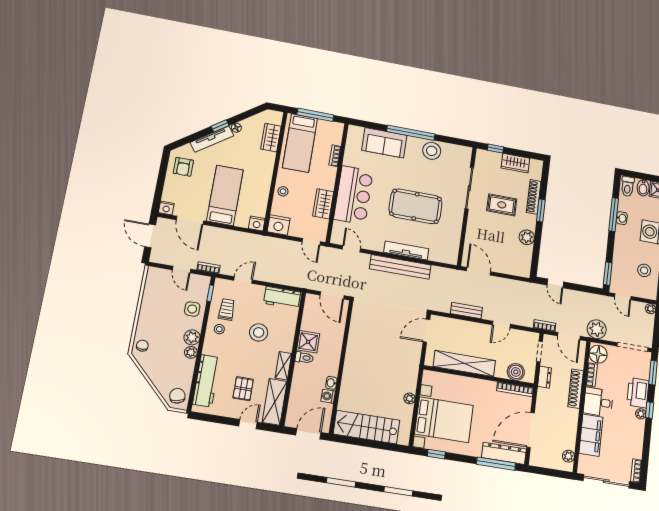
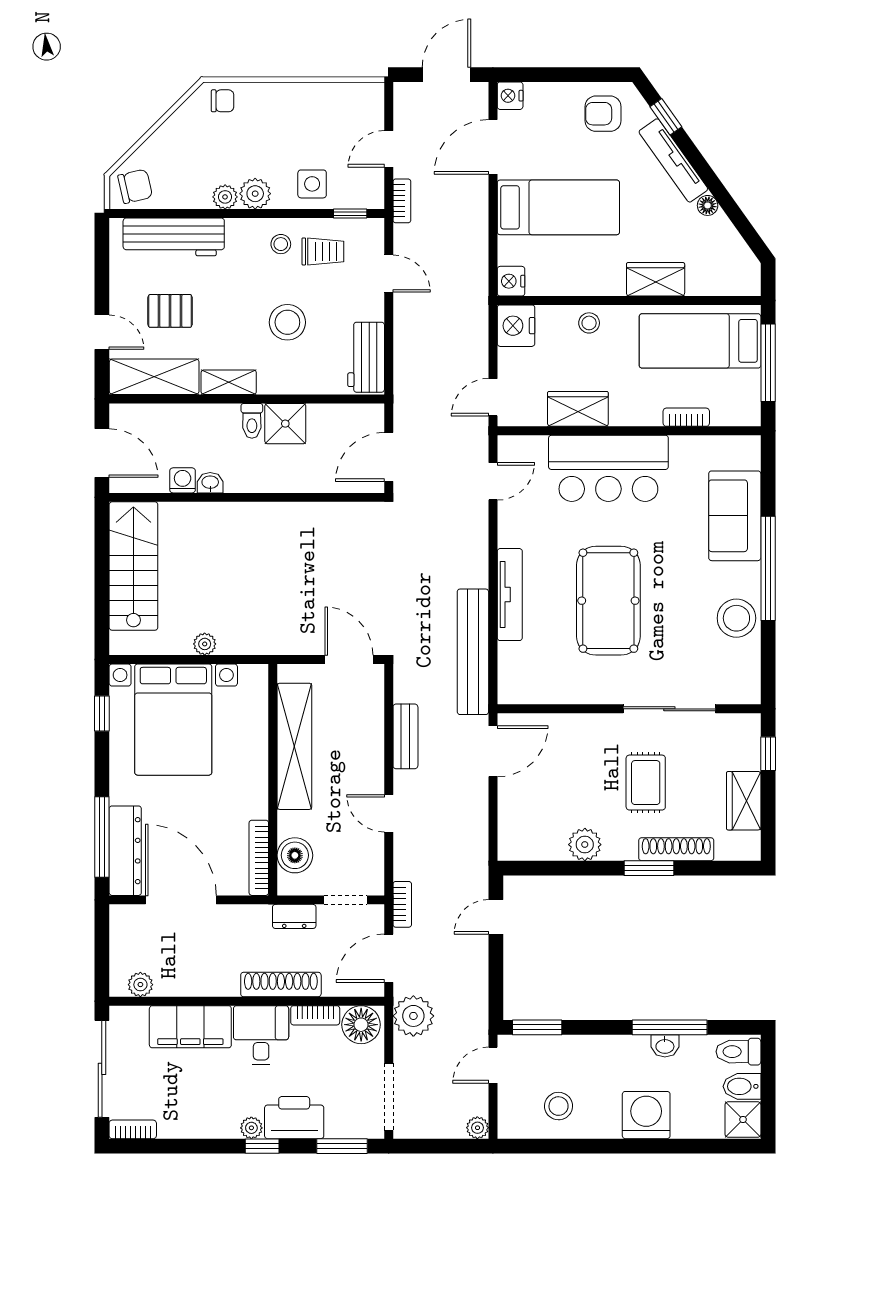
window: (220, 126) -> (666, 117), moved
wardrobe: (271, 138) -> (656, 279), moved
bench: (400, 267) -> (473, 652), moved

